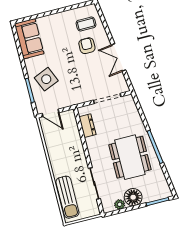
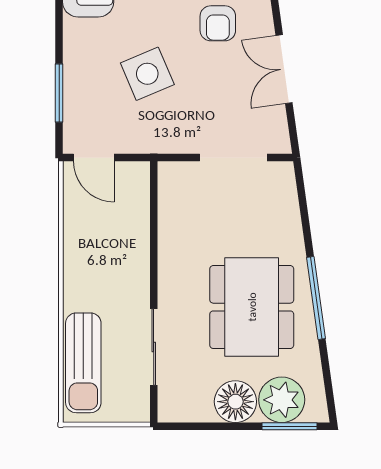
armchair: (87, 46) -> (218, 23), turned 180
side table: (46, 79) -> (147, 74), moved
dresser: (87, 126) -> (172, 209), removed
plant: (120, 204) -> (282, 400), moved, width x1.87, depth x1.87

